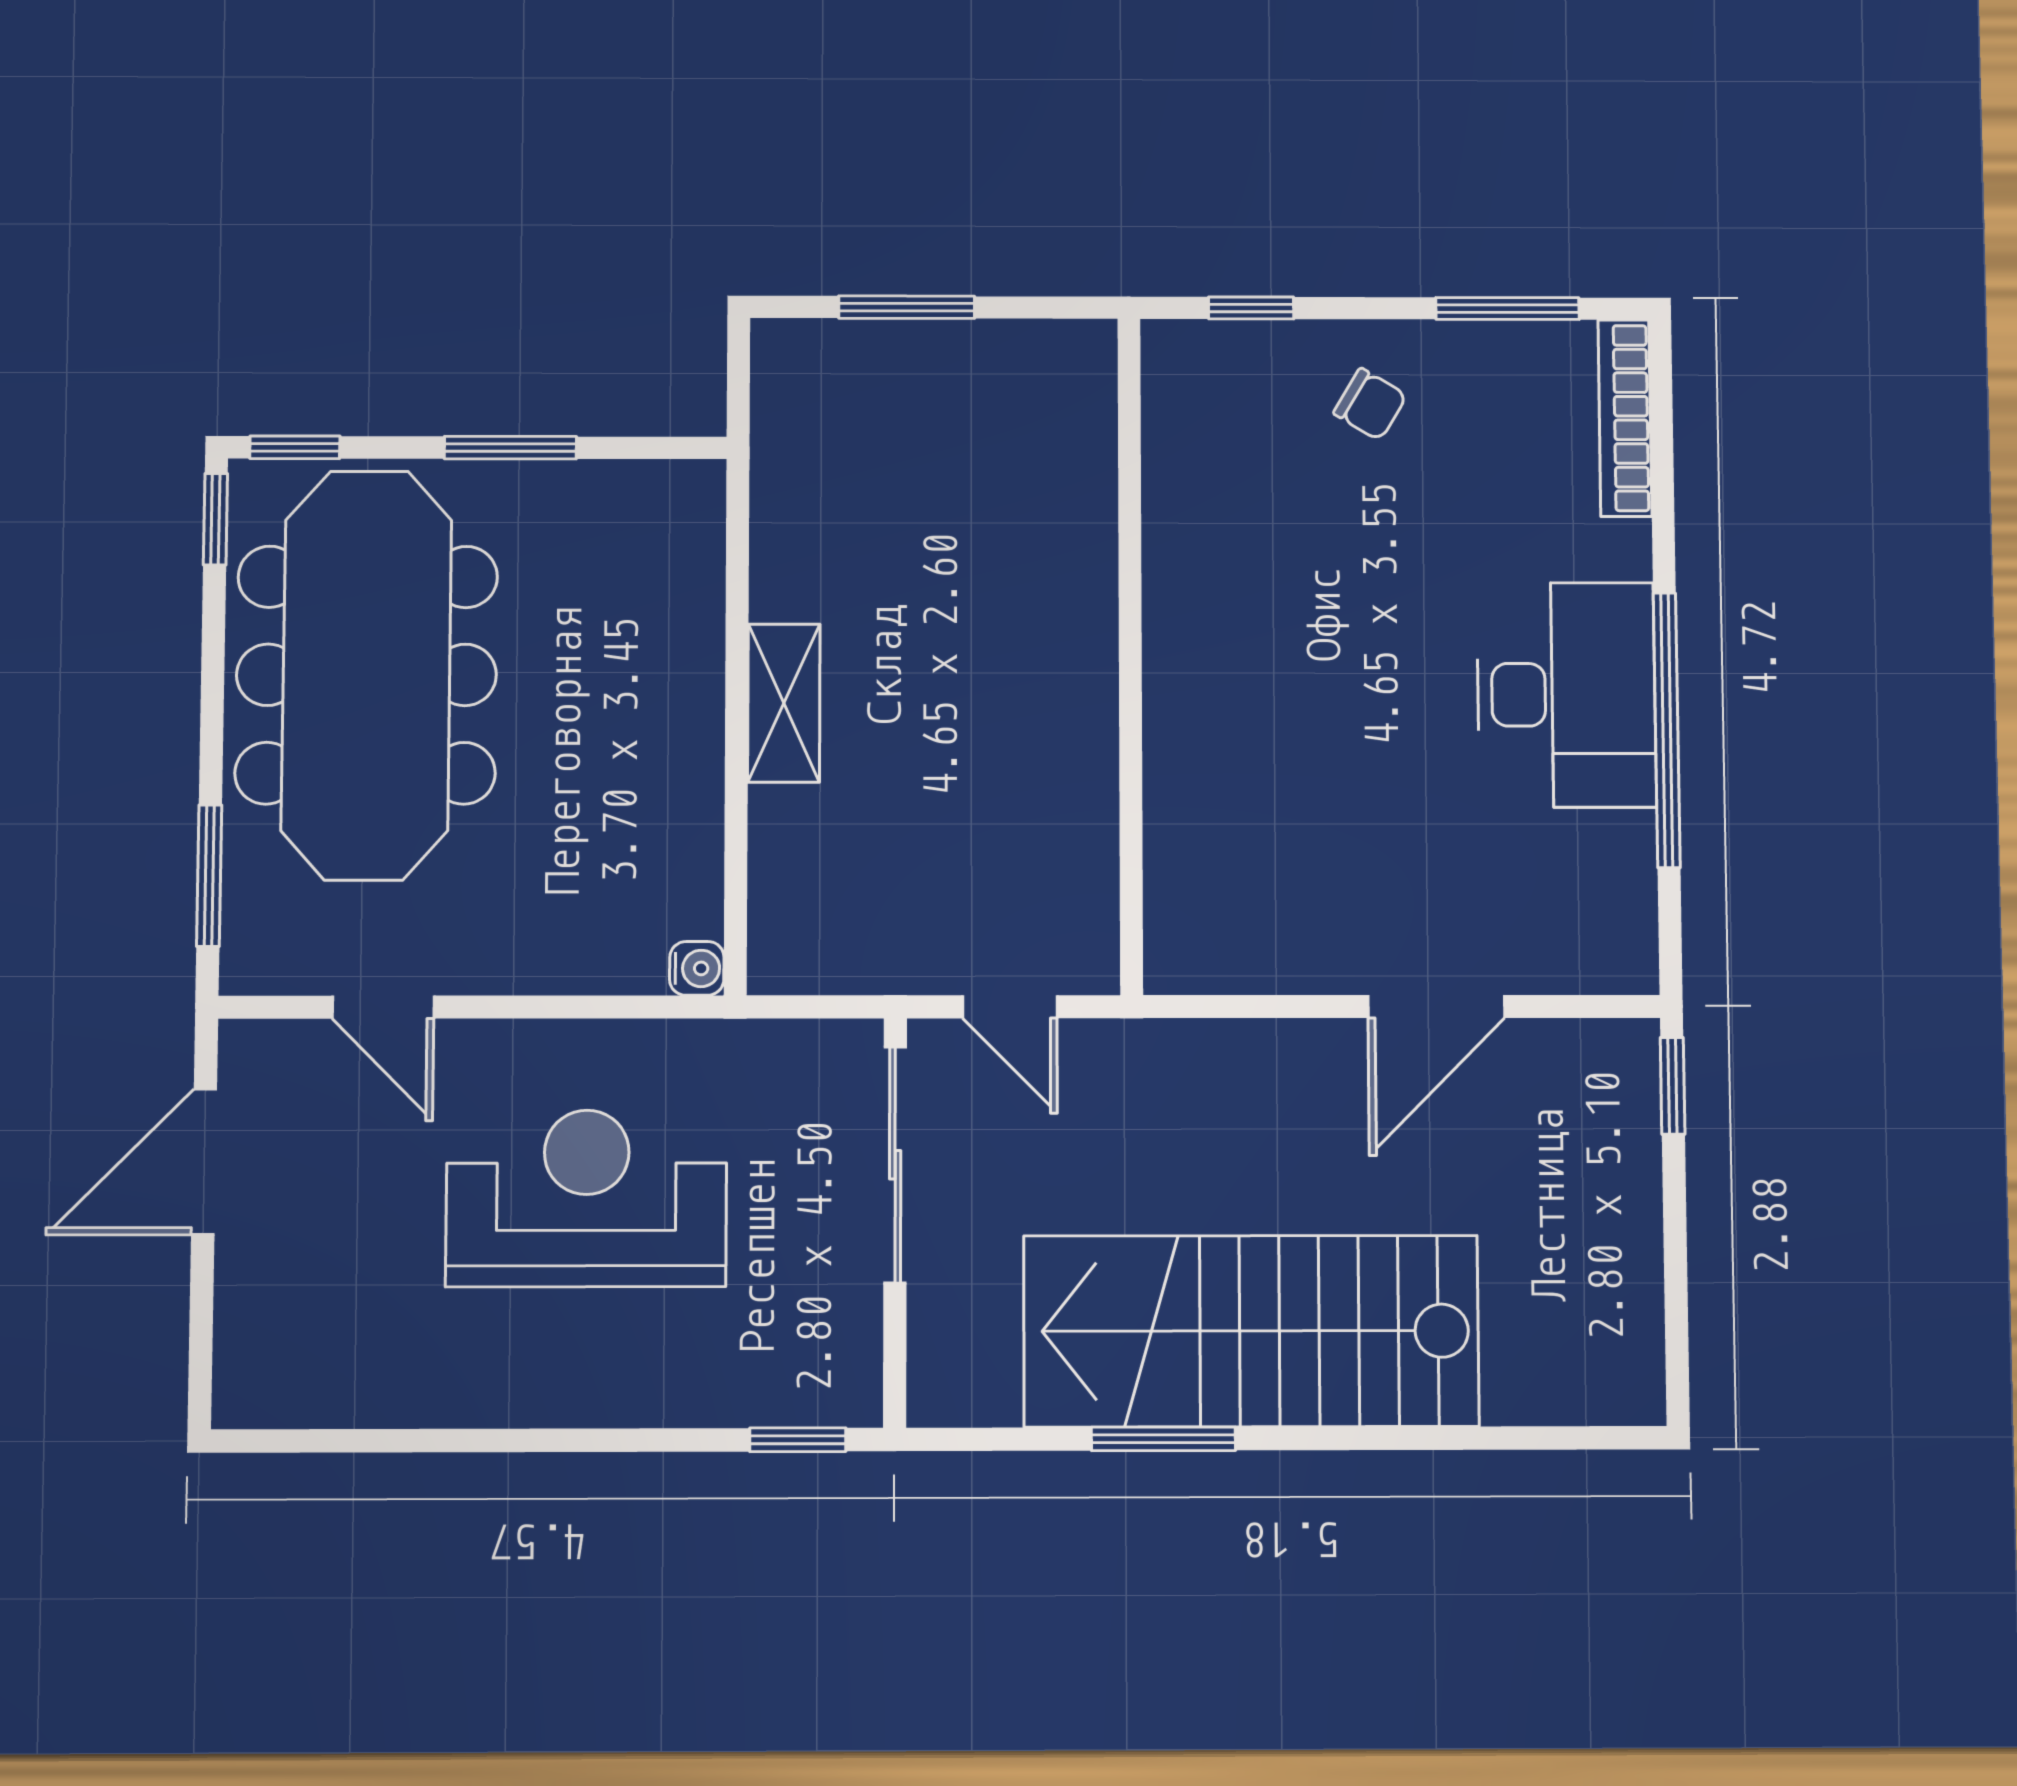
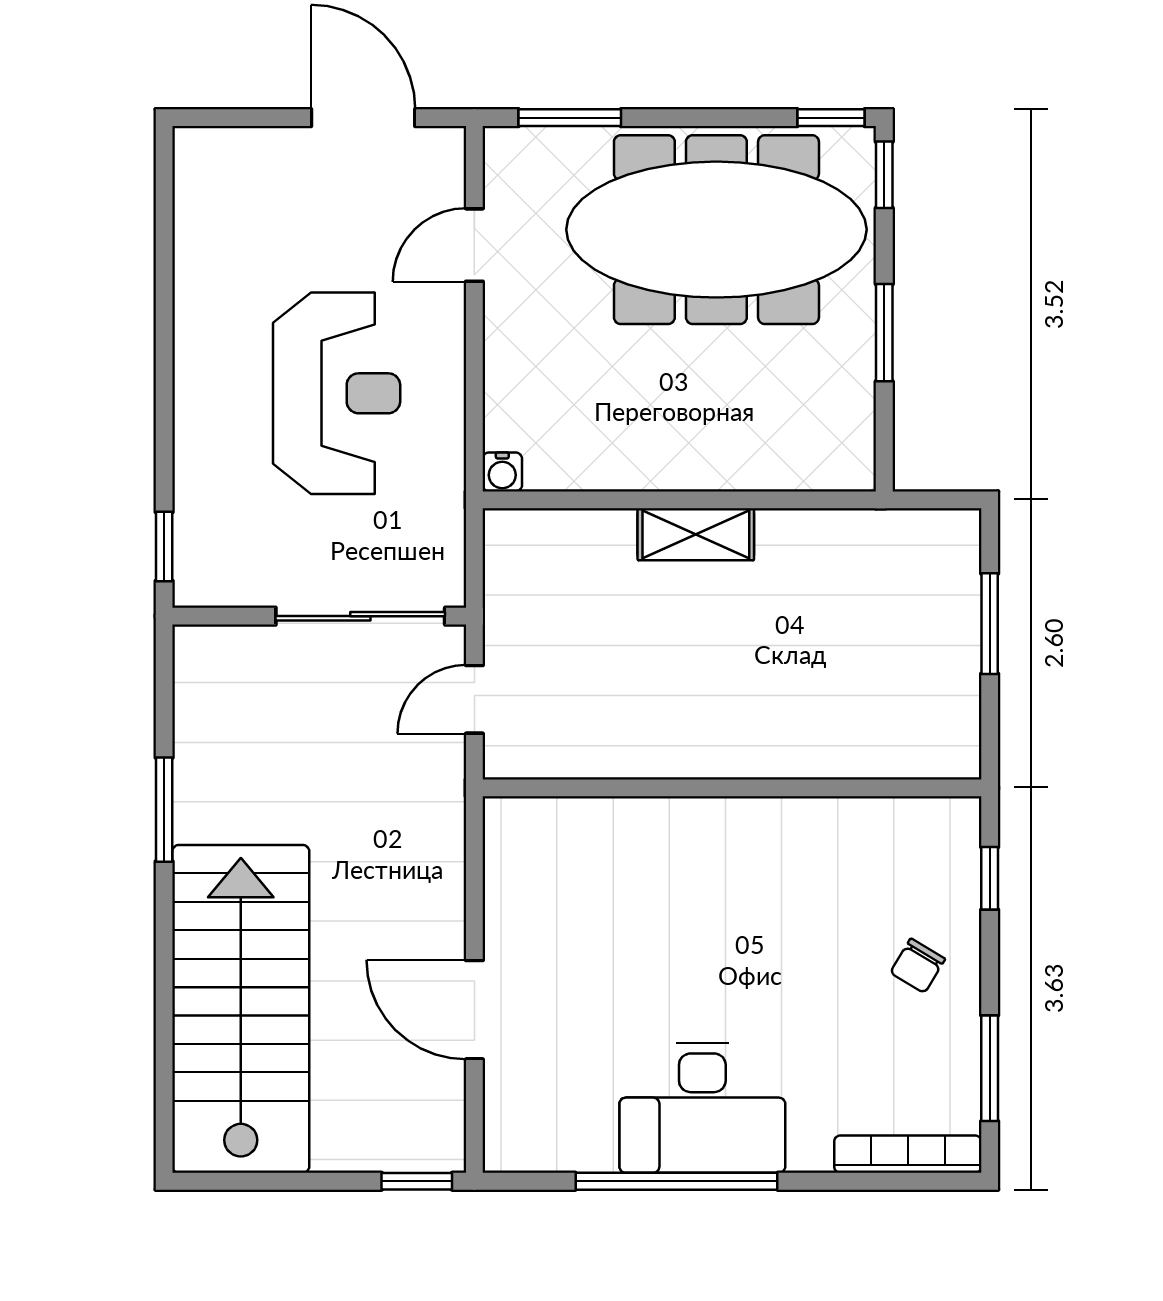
stairs: (1251, 1331) -> (241, 1009), moved

